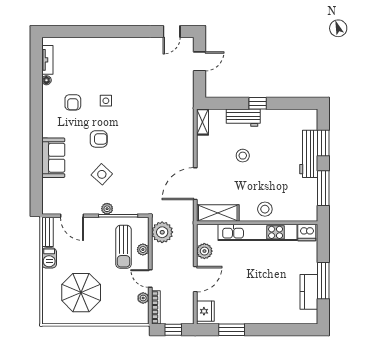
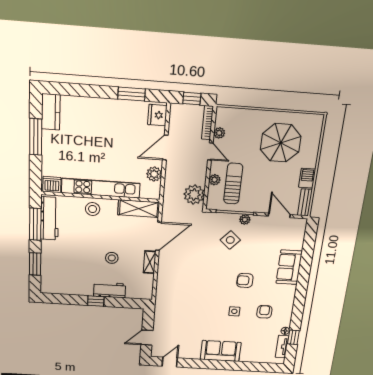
sofa: (116, 50) -> (221, 351), added
window: (36, 73) -> (293, 337), added
shelving: (203, 122) -> (150, 262), moved
workbench: (309, 154) -> (49, 218), moved
side table: (102, 174) -> (230, 240), moved
kitchen counter: (309, 292) -> (51, 112), moved

